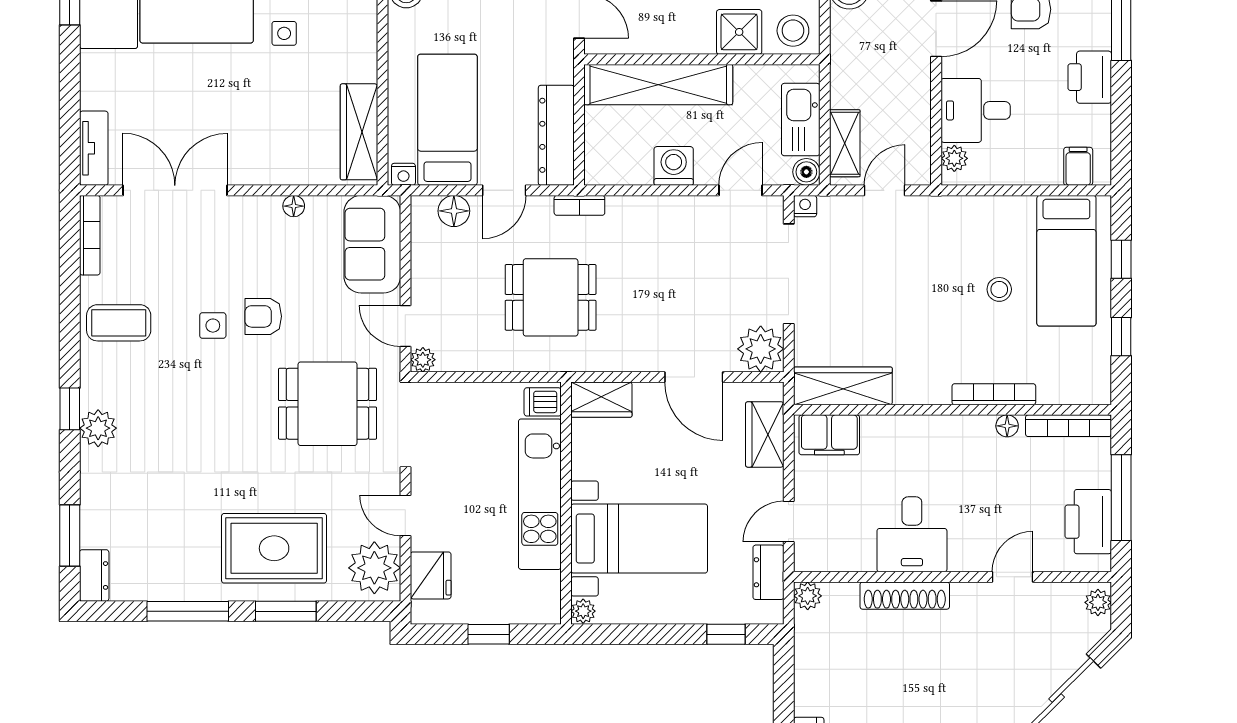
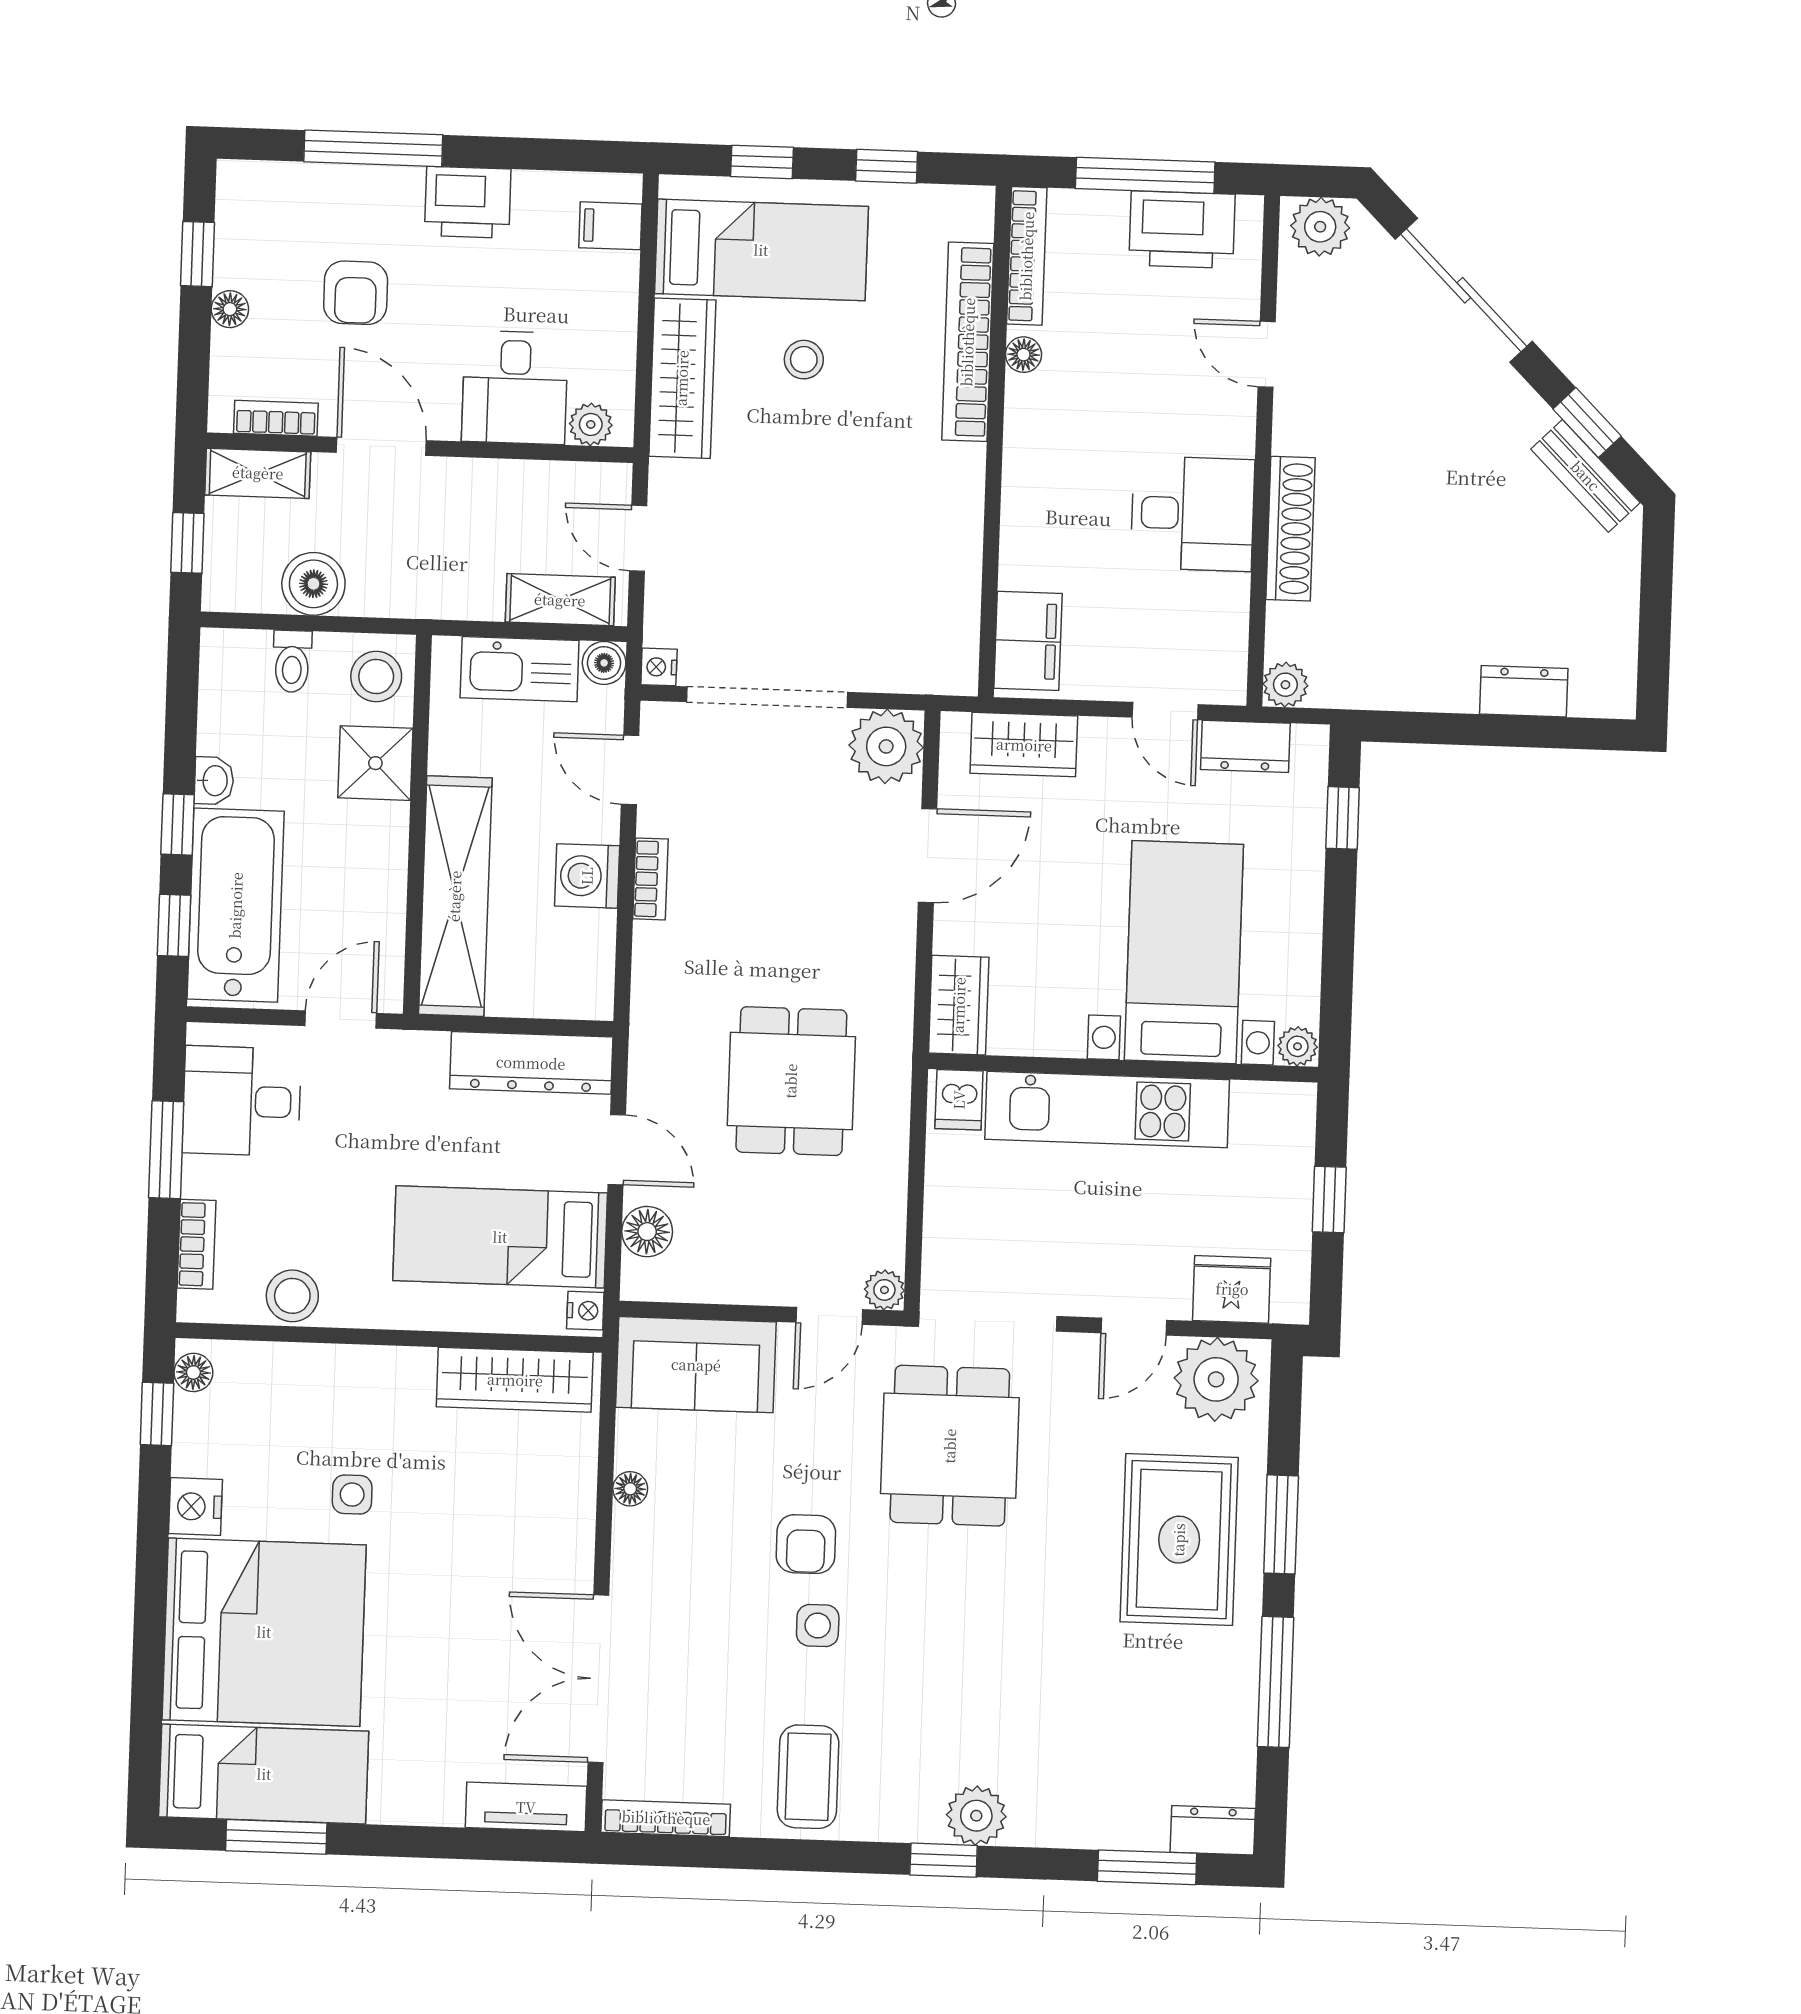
bookcase: (579, 205) -> (650, 879), moved
wardrobe: (843, 386) -> (682, 378), moved, turned 180
bookcase: (994, 394) -> (968, 342), width x1.48, depth x1.31
plant: (1098, 602) -> (1320, 227), width x1.38, depth x1.38

